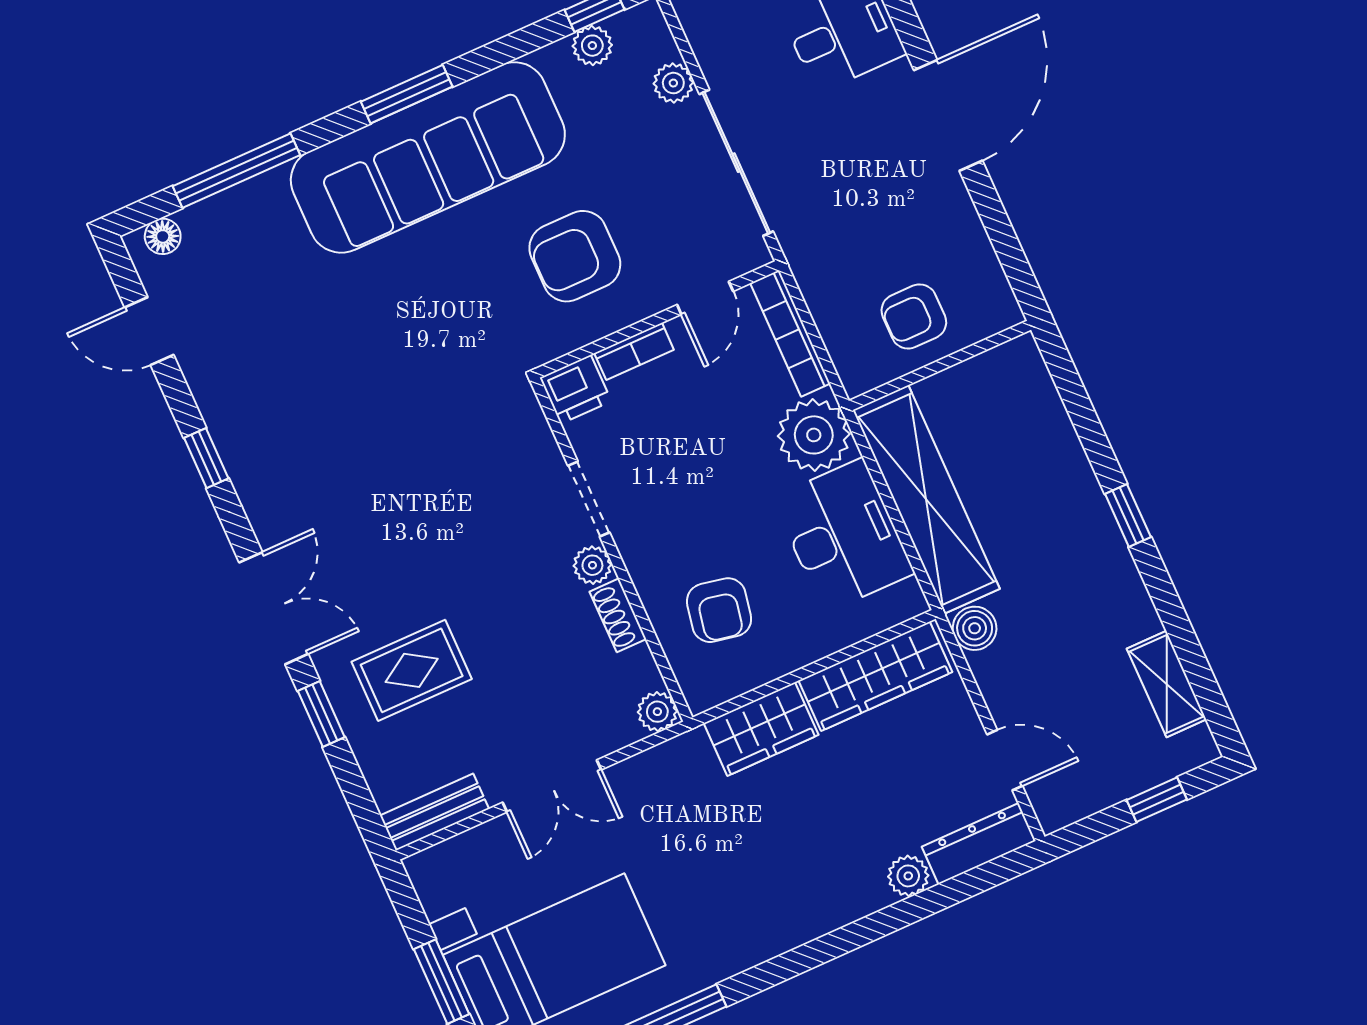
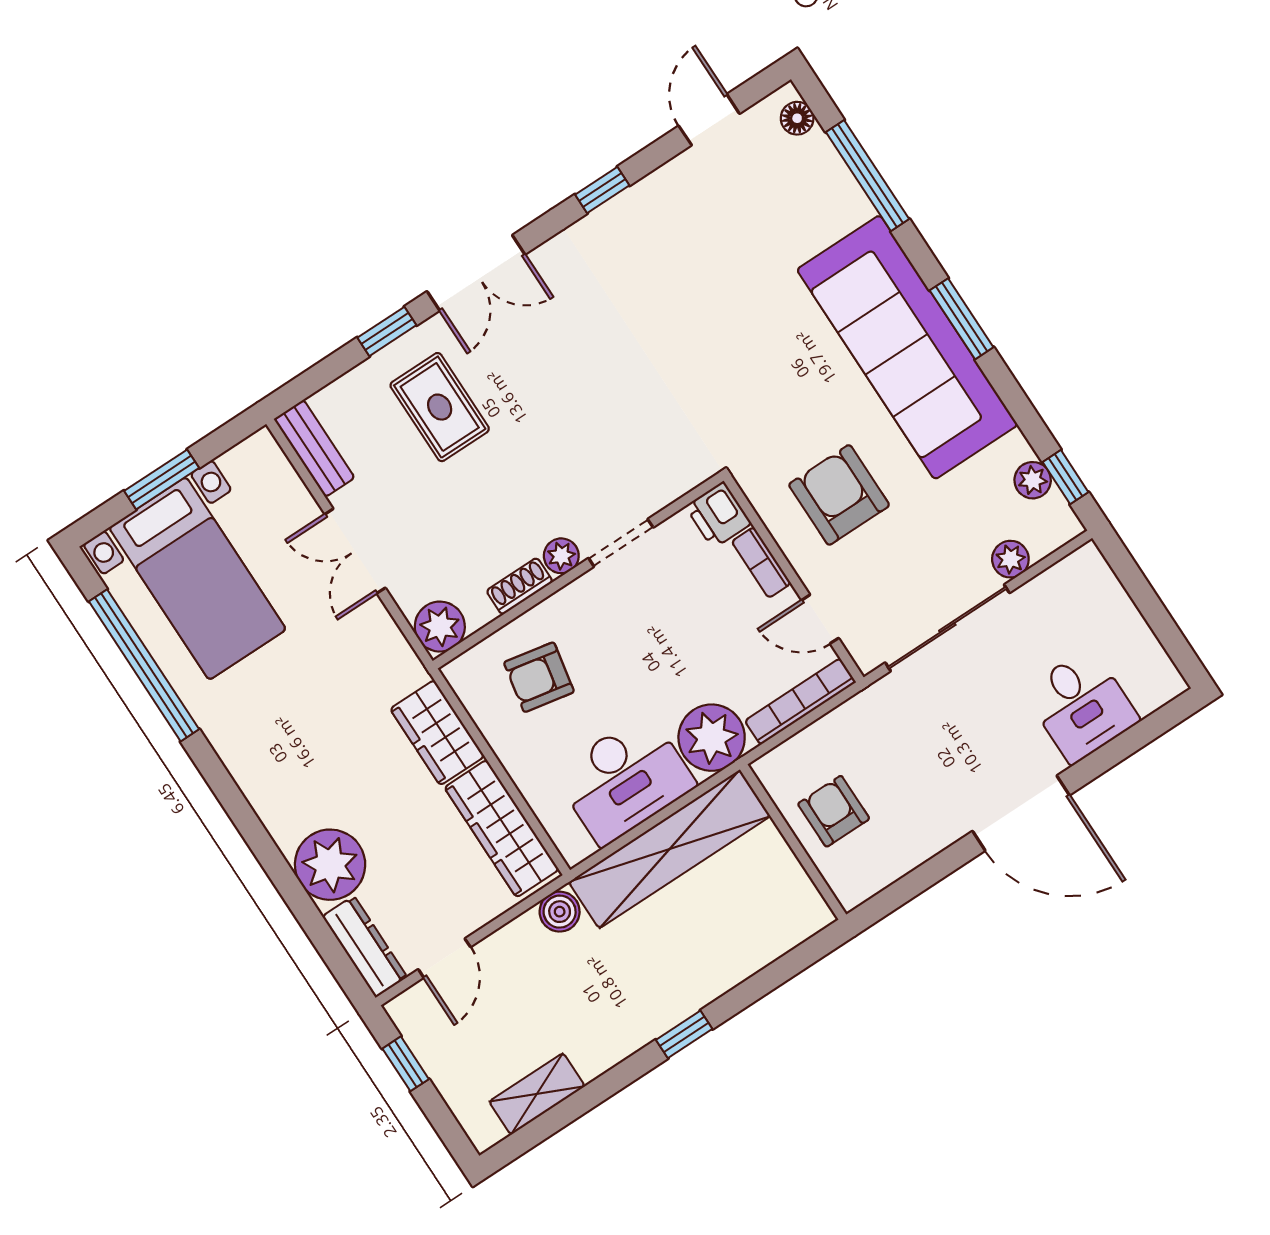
plant: (657, 712) -> (440, 627), width x1.38, depth x1.38
window: (1157, 800) -> (406, 1064), moved
plant: (908, 876) -> (330, 865), width x1.88, depth x1.88

